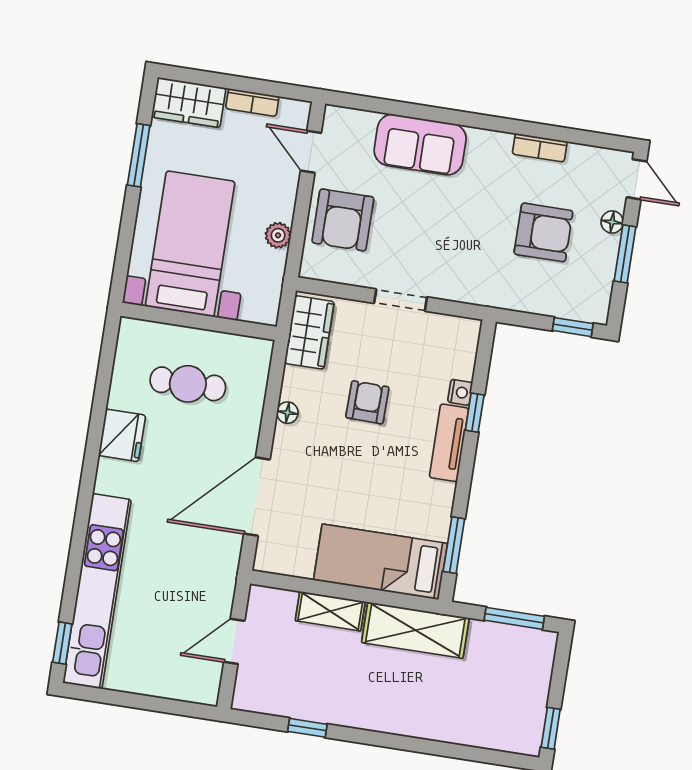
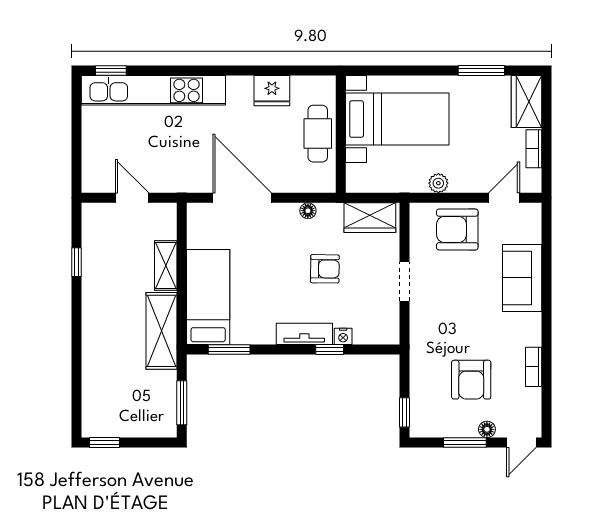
bed with nightstands: (190, 244) -> (397, 119), moved
wall: (199, 321) -> (341, 134), moved

